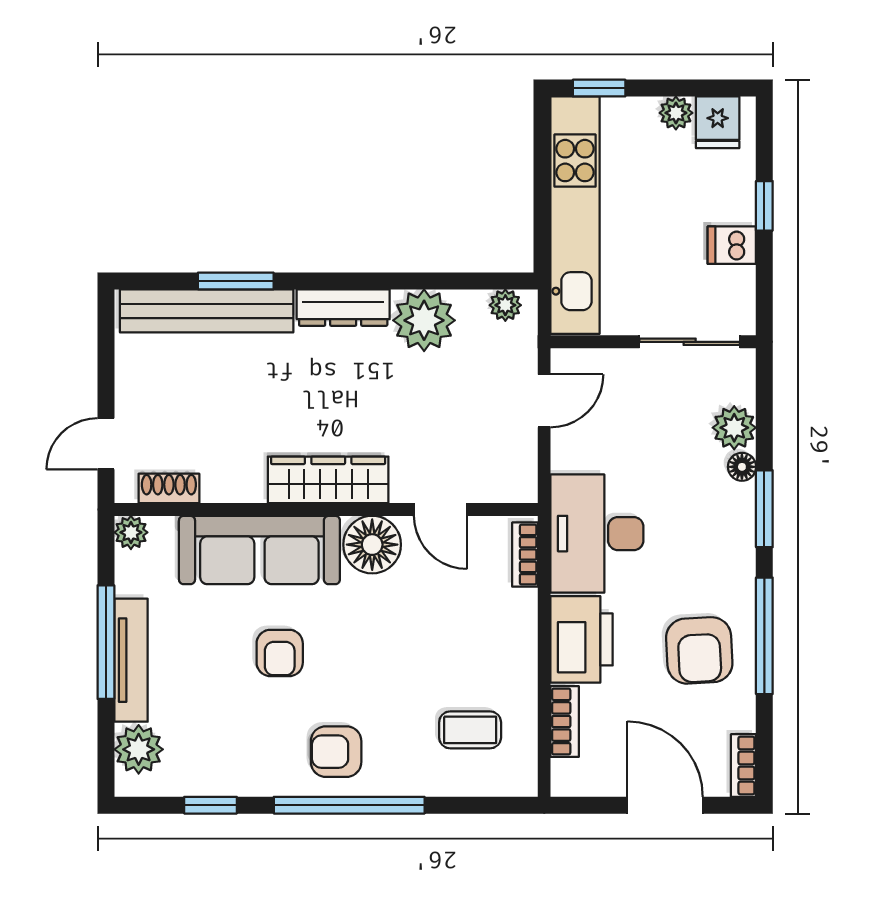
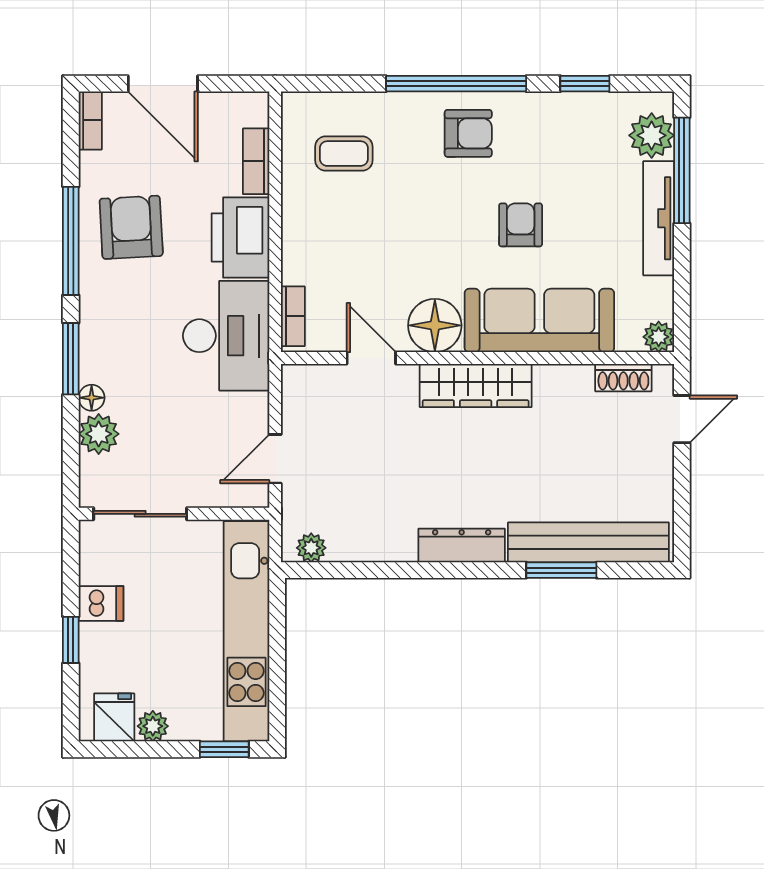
plant: (424, 320) -> (387, 534), removed
window: (106, 642) -> (682, 170), moved

